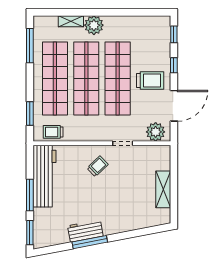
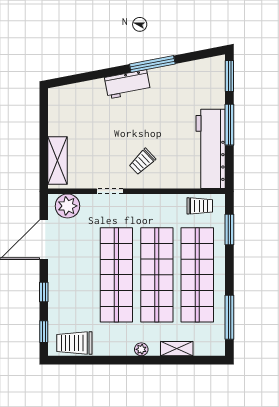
plant: (94, 25) -> (141, 349), width x0.53, depth x0.53
trolley: (150, 81) -> (74, 343), moved
shelving: (163, 189) -> (58, 160), moved
workbench: (85, 231) -> (128, 84), moved

